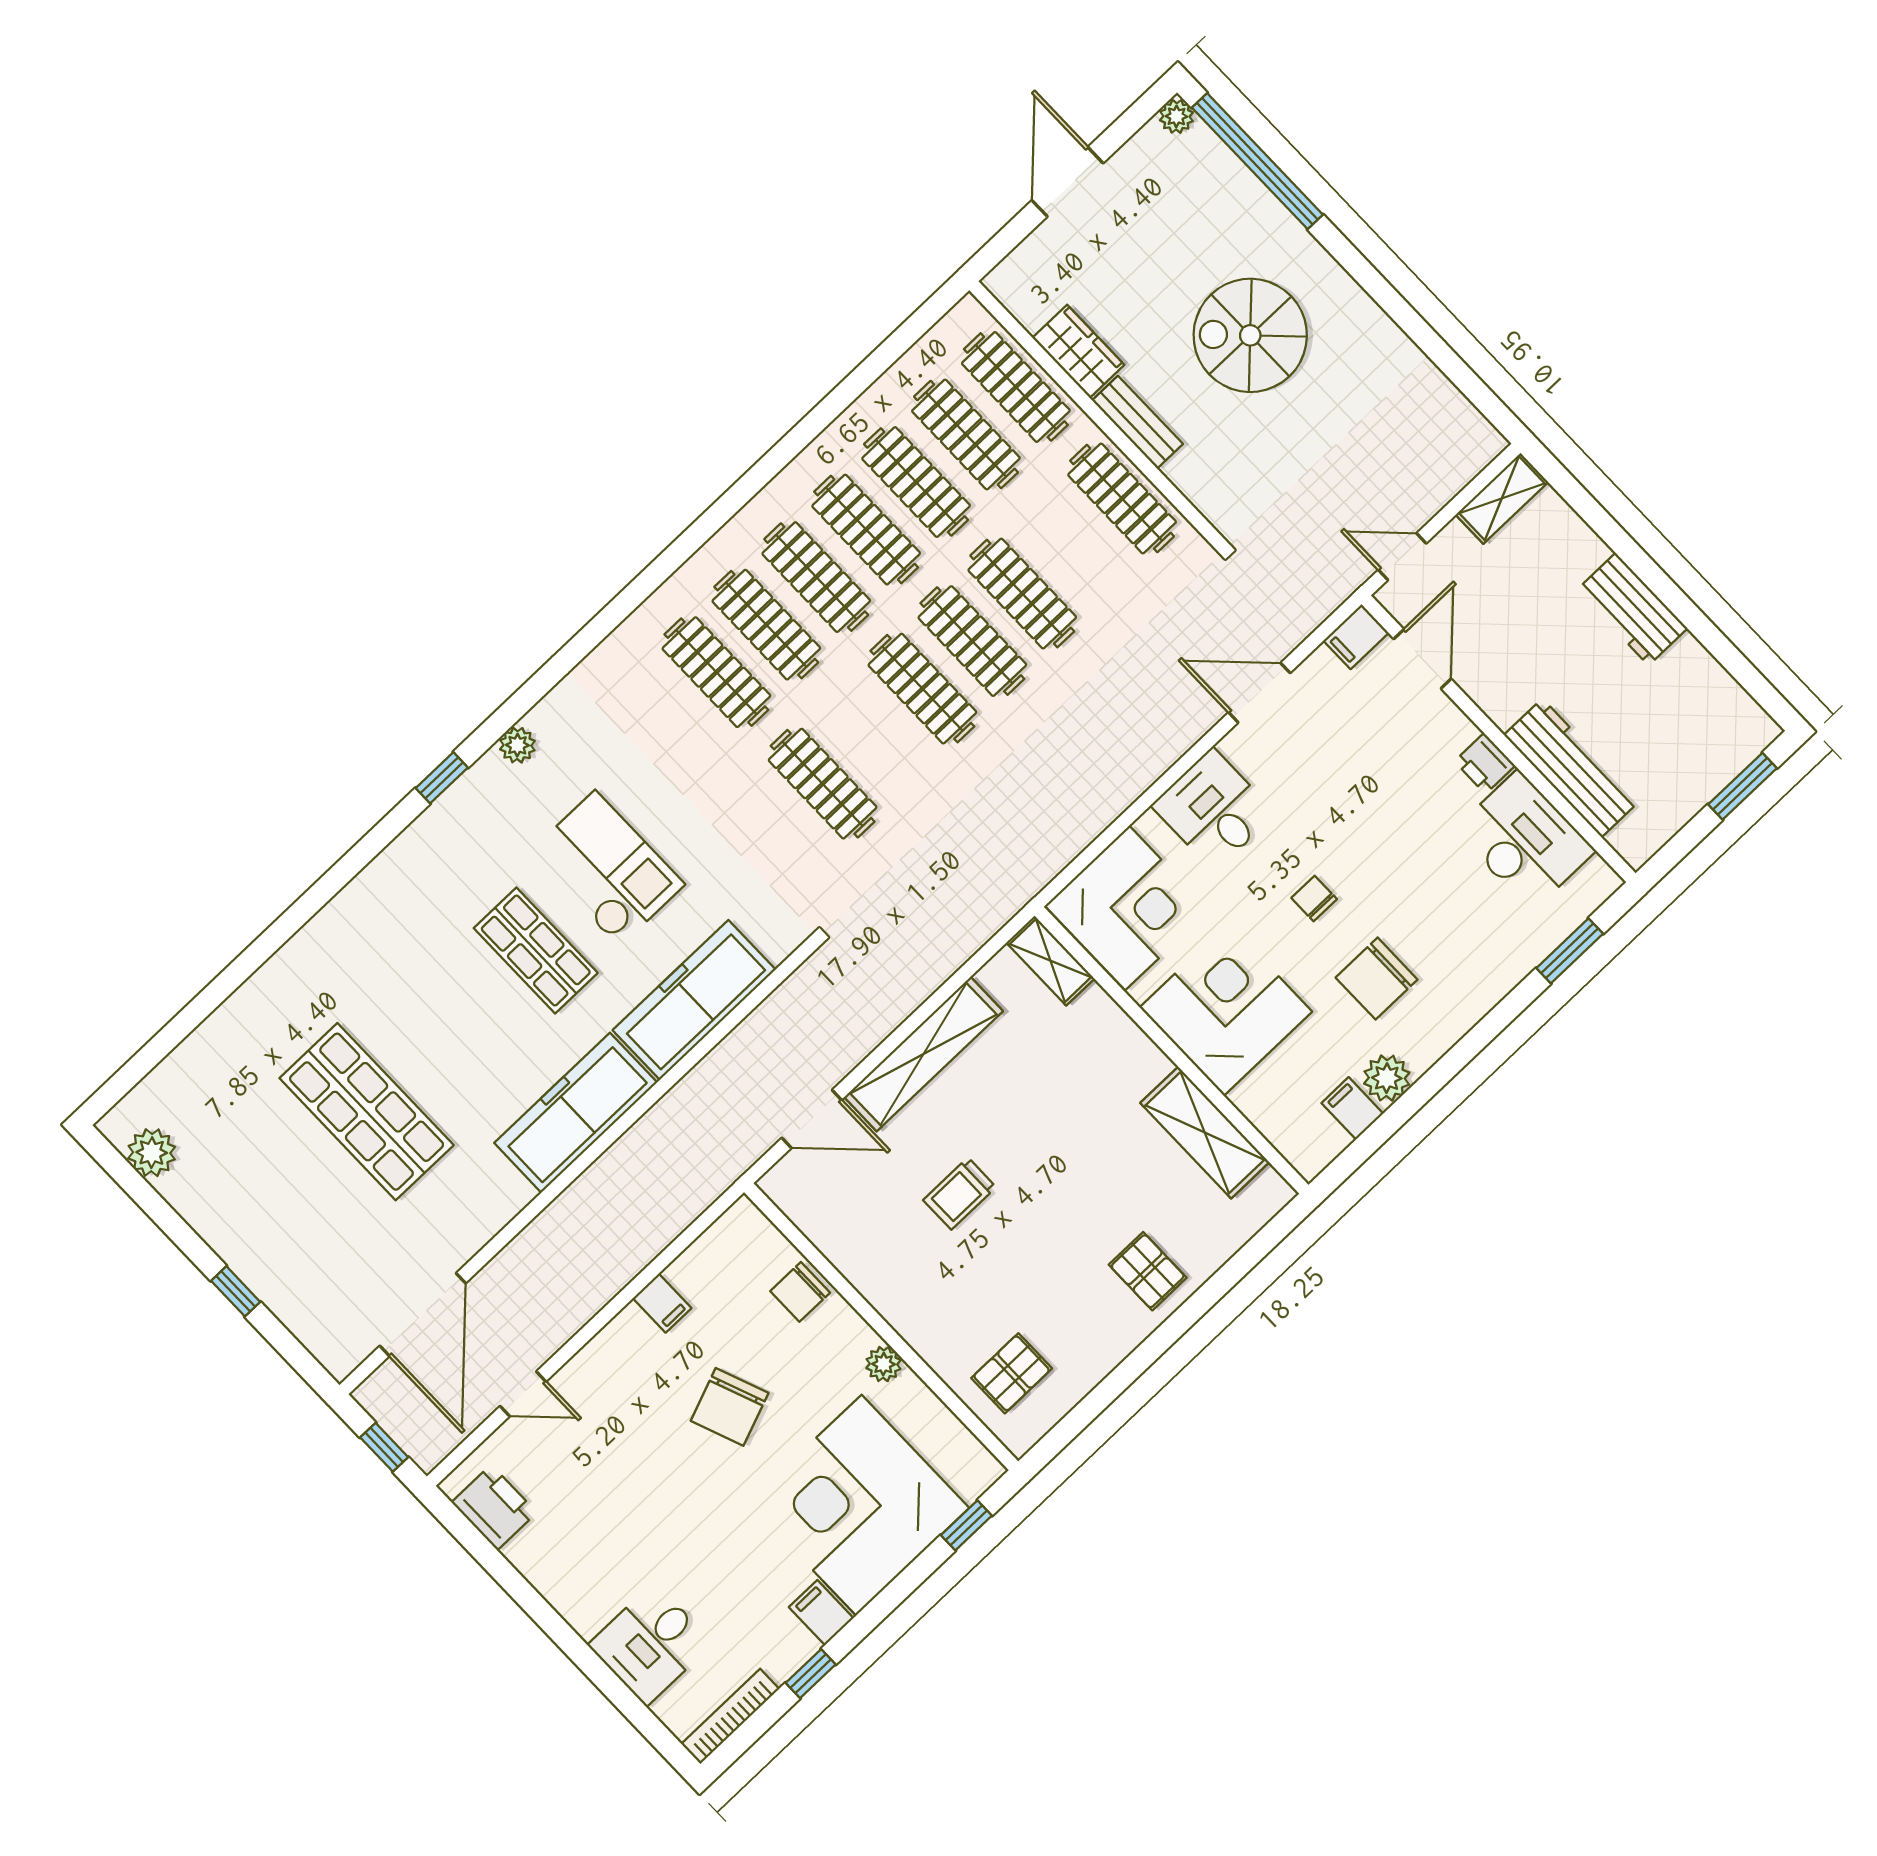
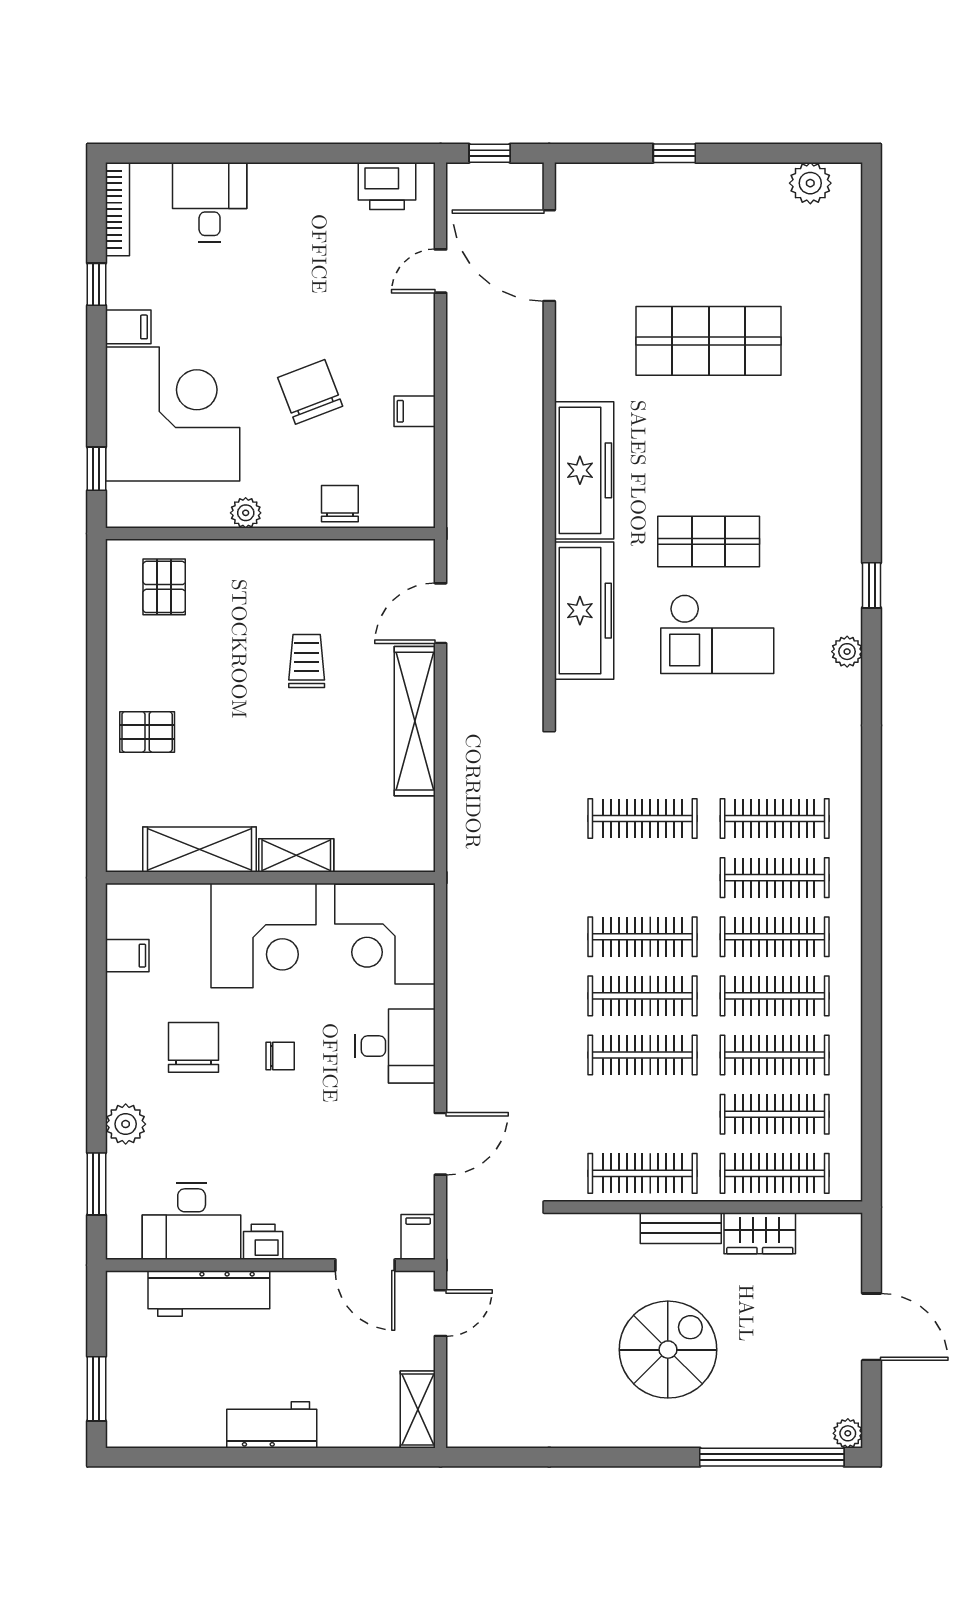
shelving: (1050, 961) -> (296, 855), moved
plant: (1387, 1078) -> (126, 1124), moved

